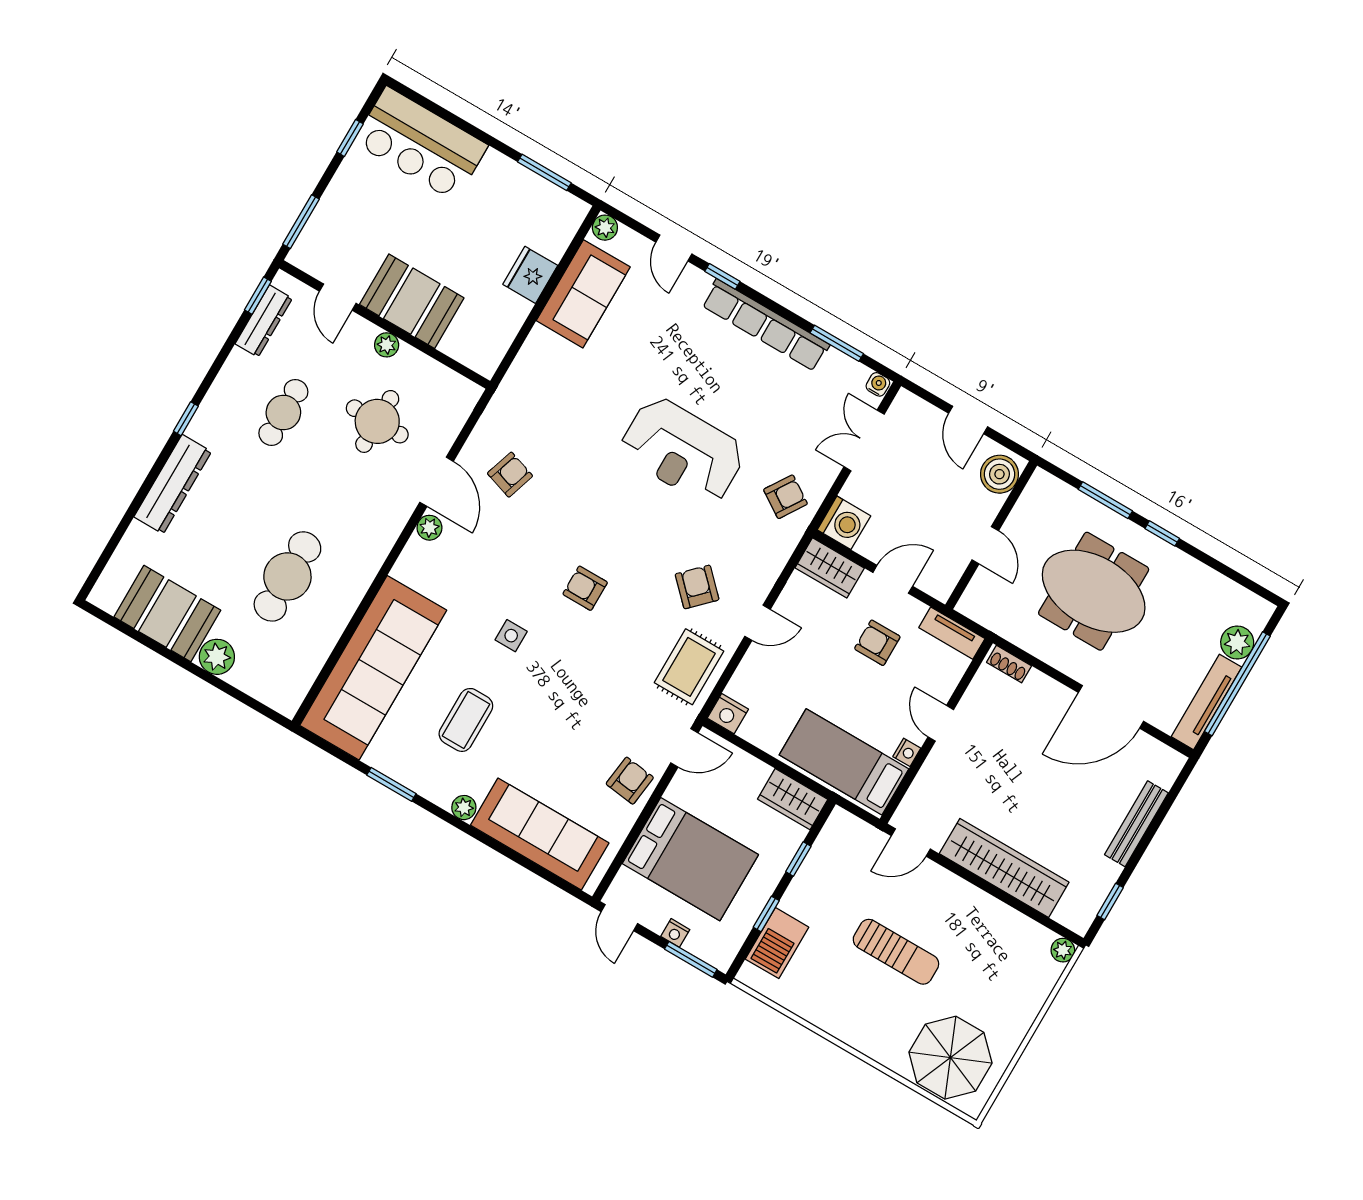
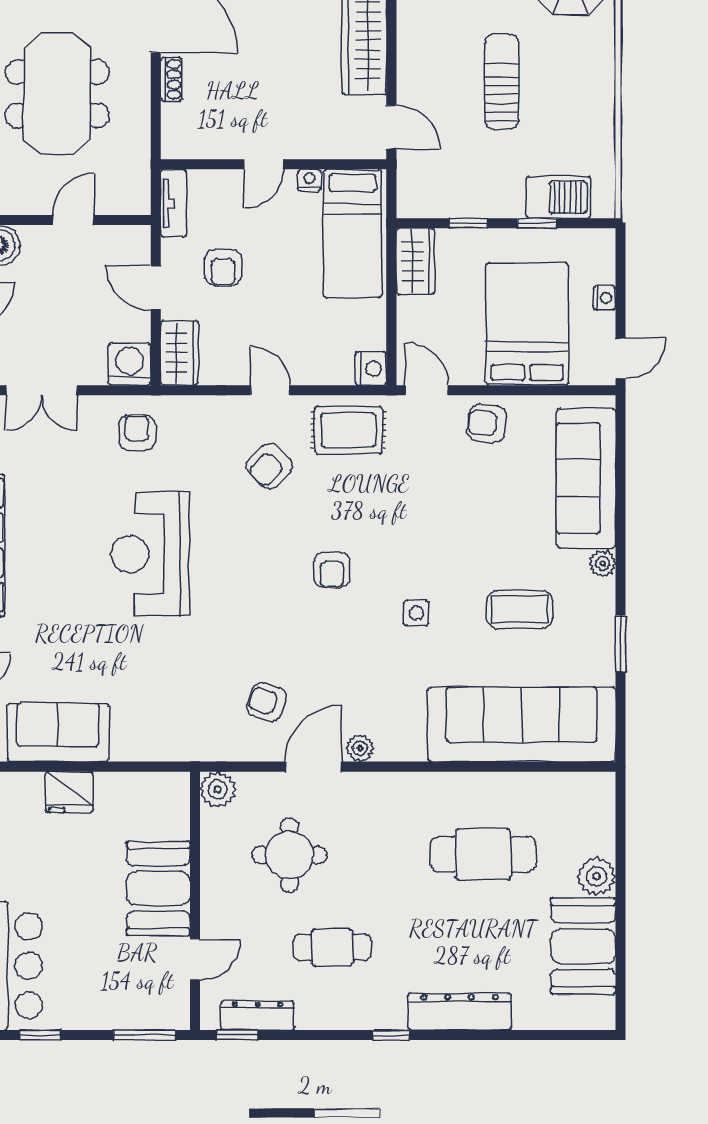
plant: (387, 345) -> (218, 789), moved, width x1.38, depth x1.38
reception desk: (683, 451) -> (150, 554), turned 180
armchair: (785, 497) -> (137, 433), turned 57
shoe rack: (1009, 664) -> (171, 79), moved
window: (691, 959) -> (620, 269), removed

